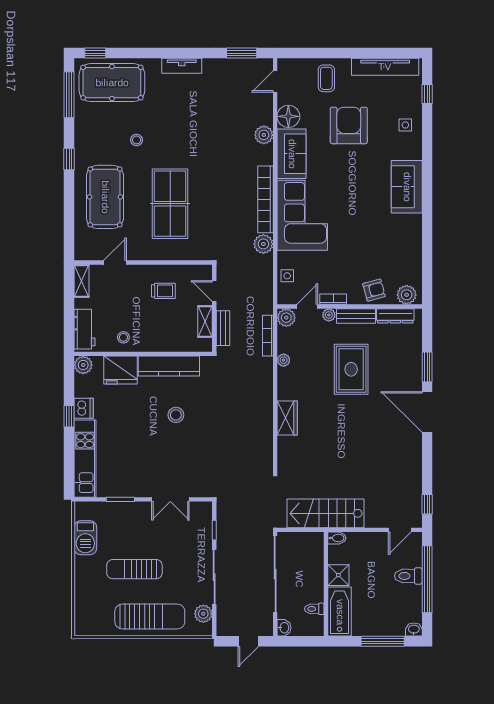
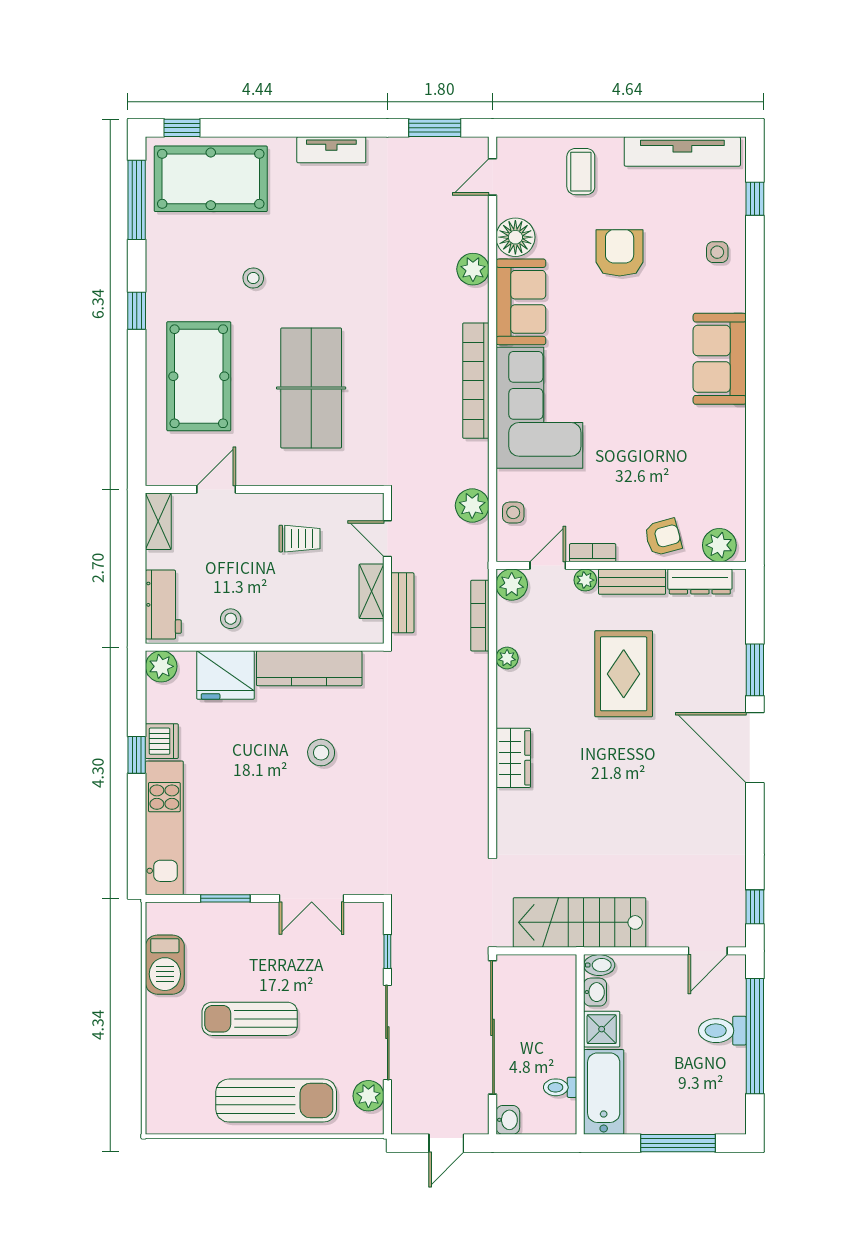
armchair: (349, 125) -> (620, 253), width x0.73, depth x0.73
plant: (263, 244) -> (472, 505), moved
washbasin: (414, 630) -> (595, 992), moved, turned 90

